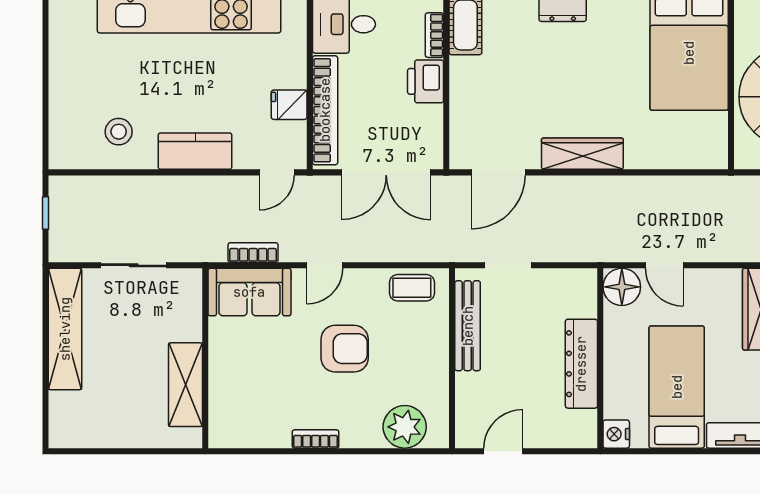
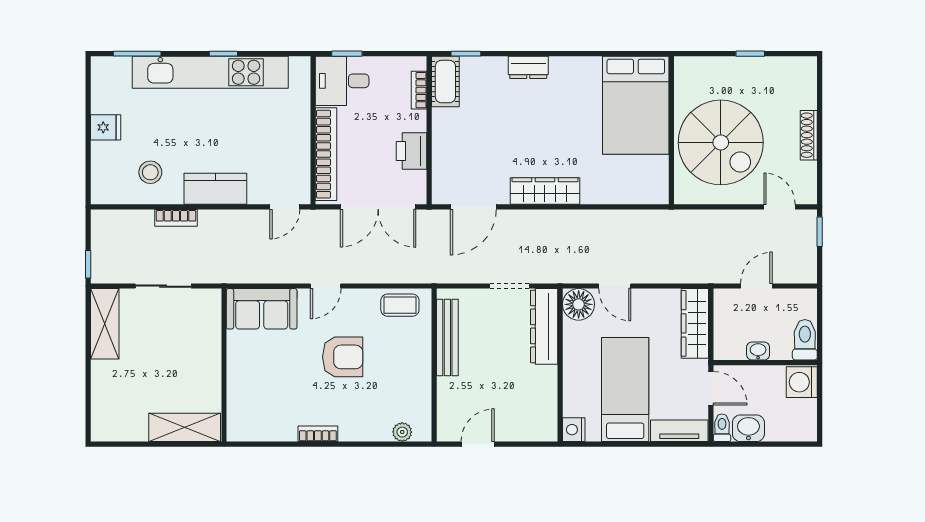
printer: (426, 81) -> (412, 151), moved
fridge: (289, 105) -> (106, 127), moved, turned 180
window: (45, 213) -> (88, 264), moved
bookcase: (253, 252) -> (176, 218), moved, turned 180
doorway: (508, 265) -> (509, 286), moved
shelving: (65, 329) -> (105, 324), width x0.68
dresser: (581, 364) -> (544, 326), moved
shelving: (186, 385) -> (185, 427), moved, turned 90
plant: (405, 427) -> (402, 432), width x0.53, depth x0.53

